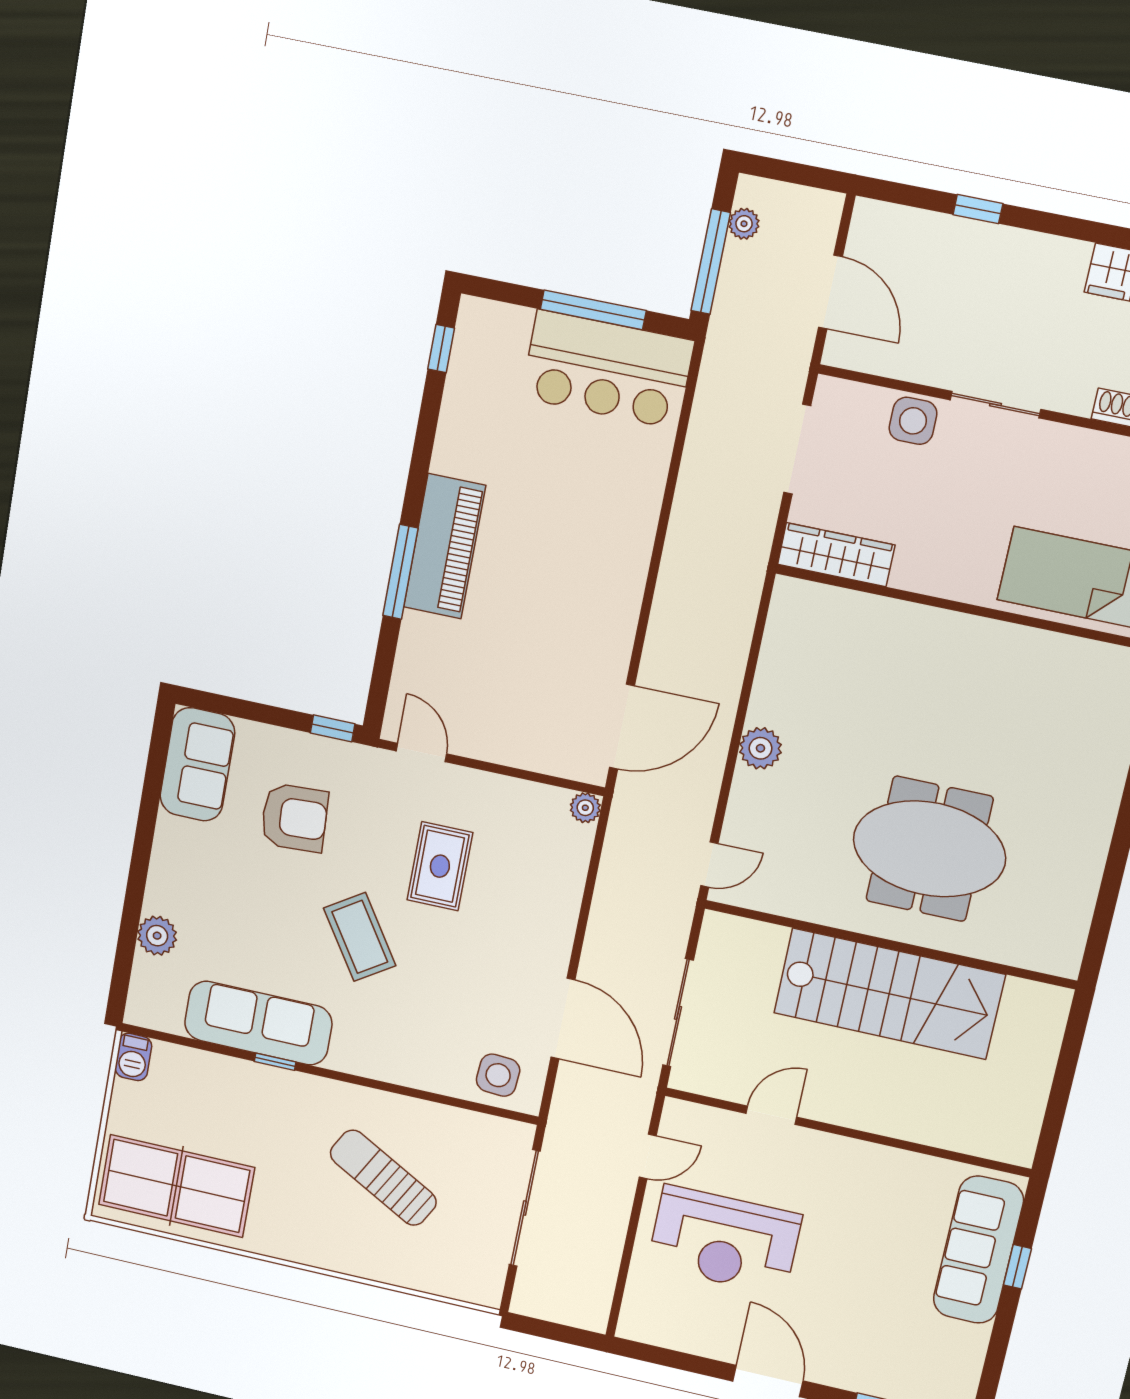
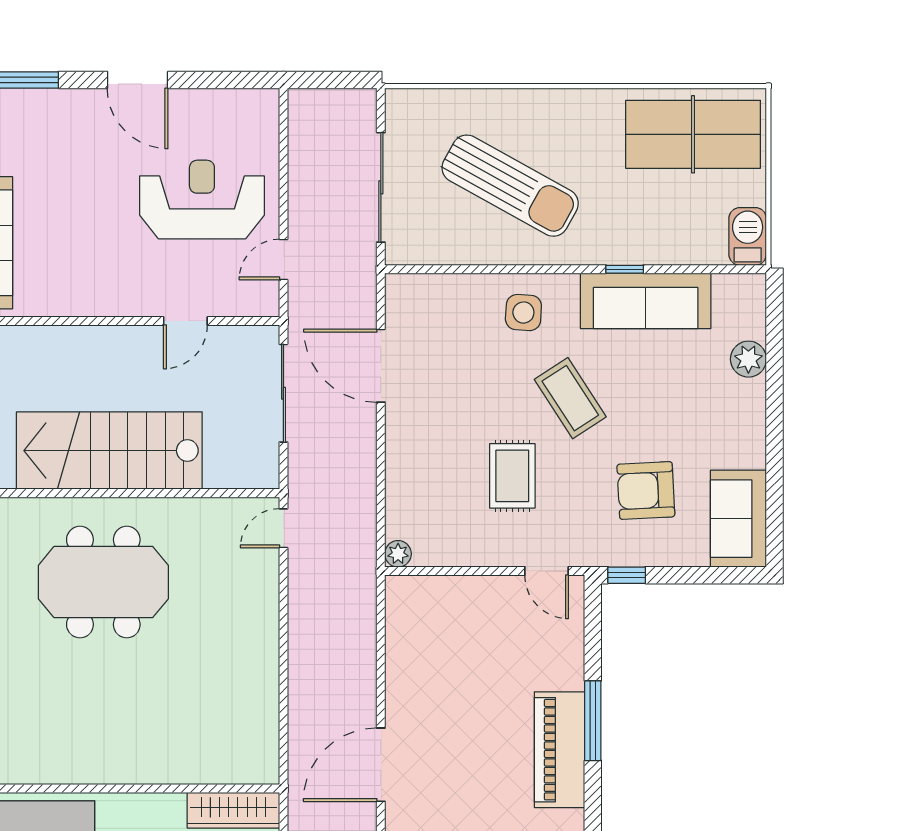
door: (622, 727) -> (381, 765), moved
plant: (760, 748) -> (261, 636), removed
barbecue: (133, 1057) -> (748, 236), width x1.38, depth x1.27
side table: (498, 1075) -> (523, 313), moved
sun lounger: (383, 1178) -> (510, 186), width x1.36, depth x1.34

